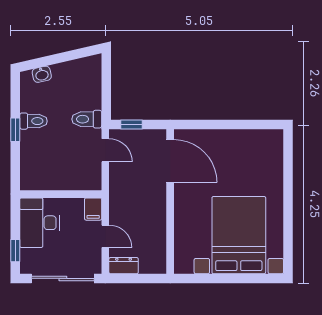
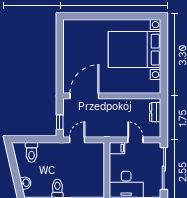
toilet: (87, 119) -> (31, 152), moved
door: (105, 236) -> (135, 140), hinge flipped
dresser: (124, 266) -> (155, 112), moved

